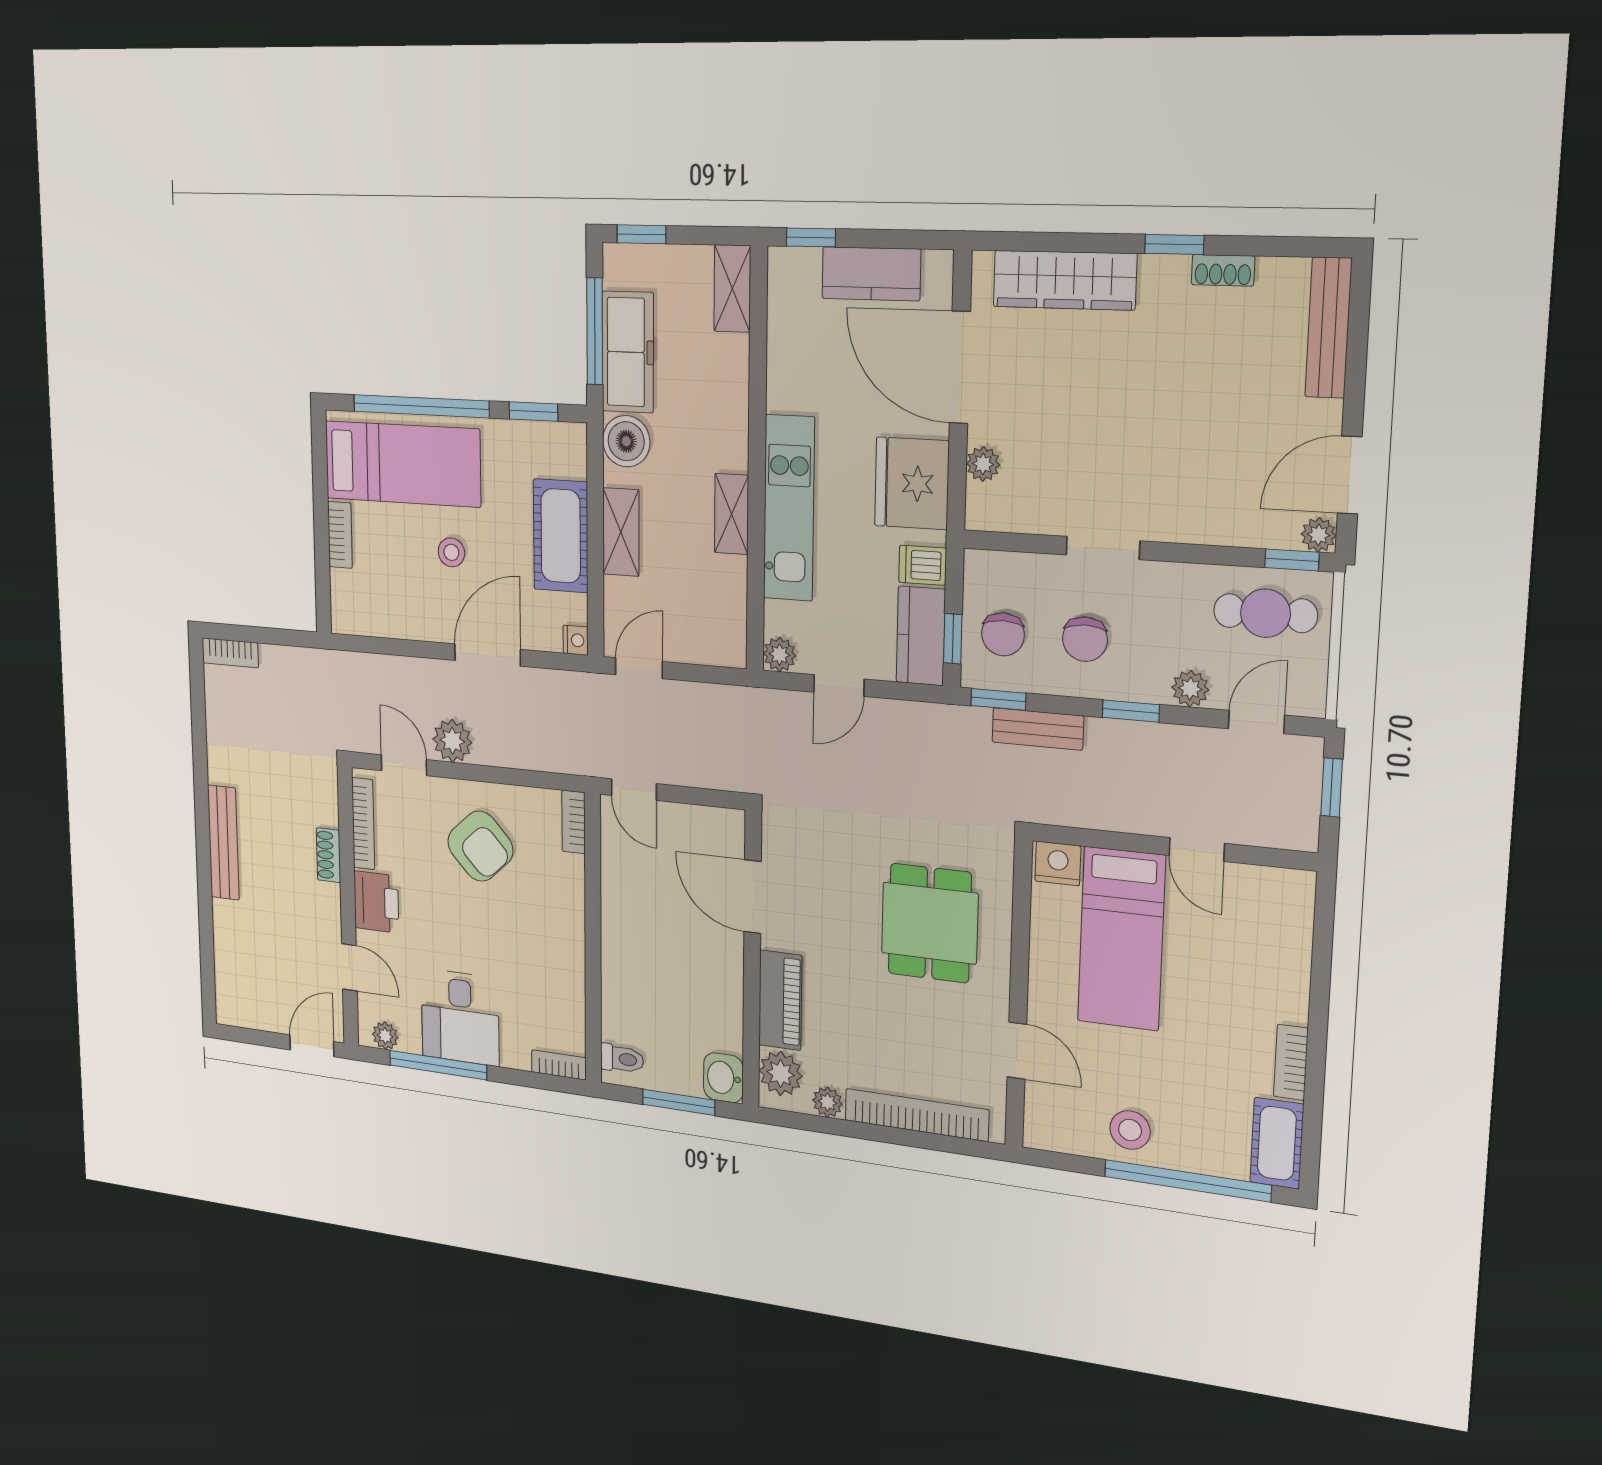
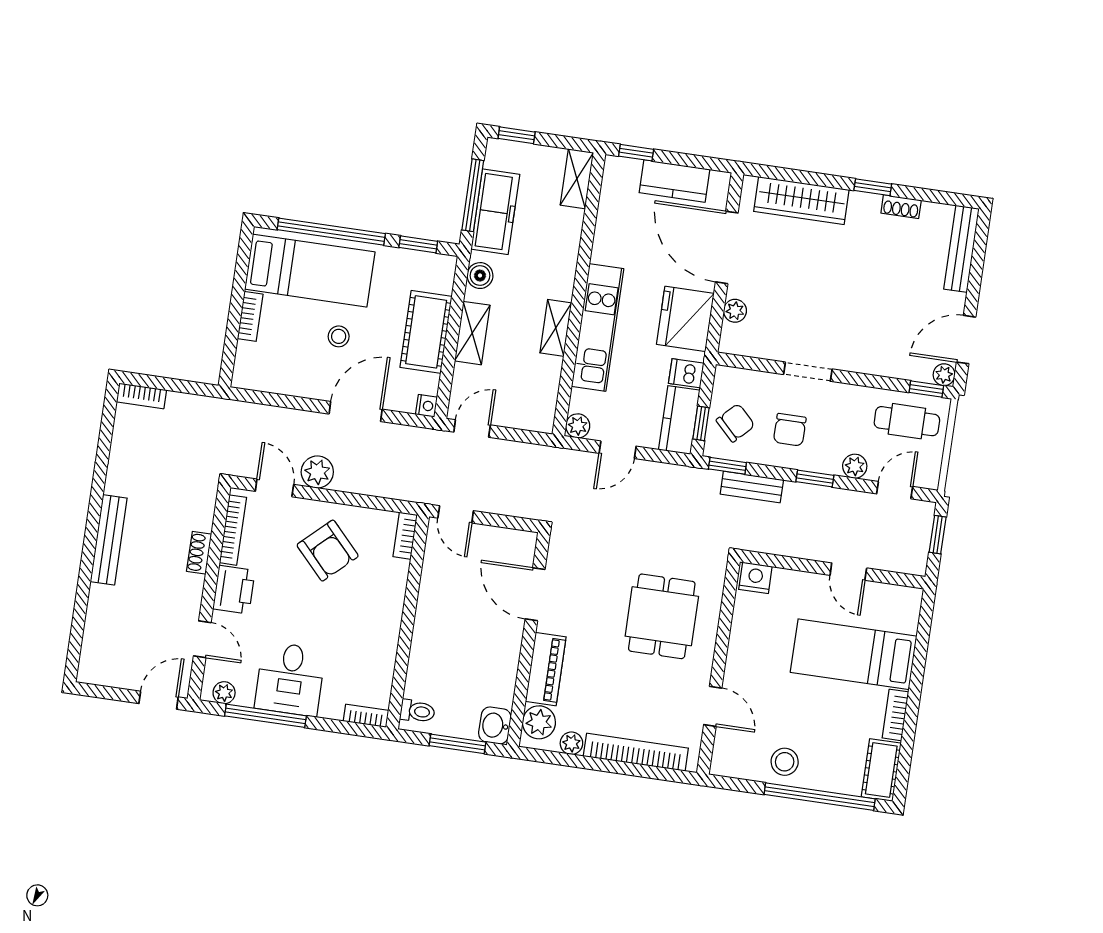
boiler: (626, 441) -> (480, 276), width x0.73, depth x0.73
chair: (1003, 634) -> (736, 423), turned -135
bed: (1121, 939) -> (854, 654), moved, turned 90

